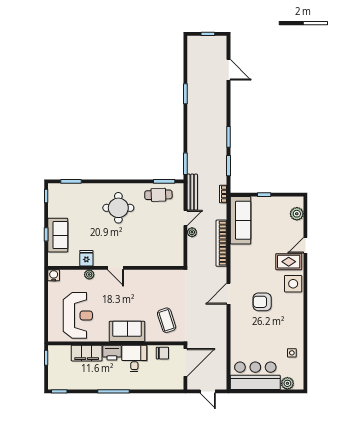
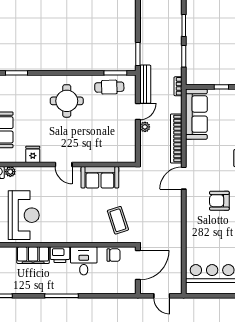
plant: (89, 274) -> (10, 172), moved
door: (229, 294) -> (184, 178), moved
sofa: (127, 331) -> (100, 177), moved, turned 180

